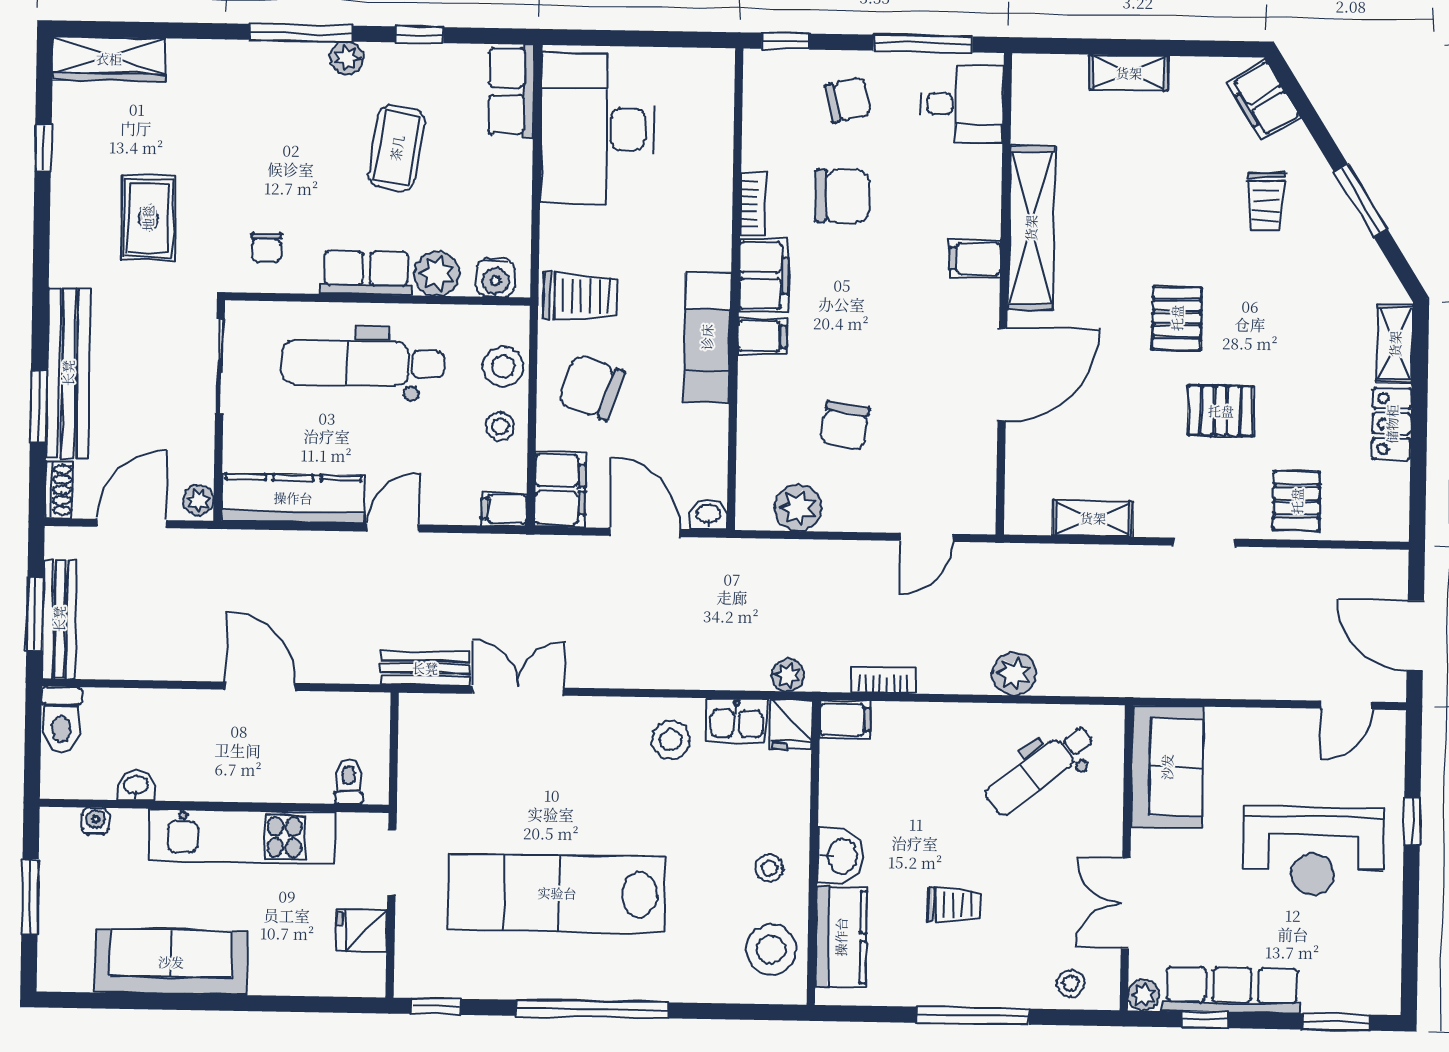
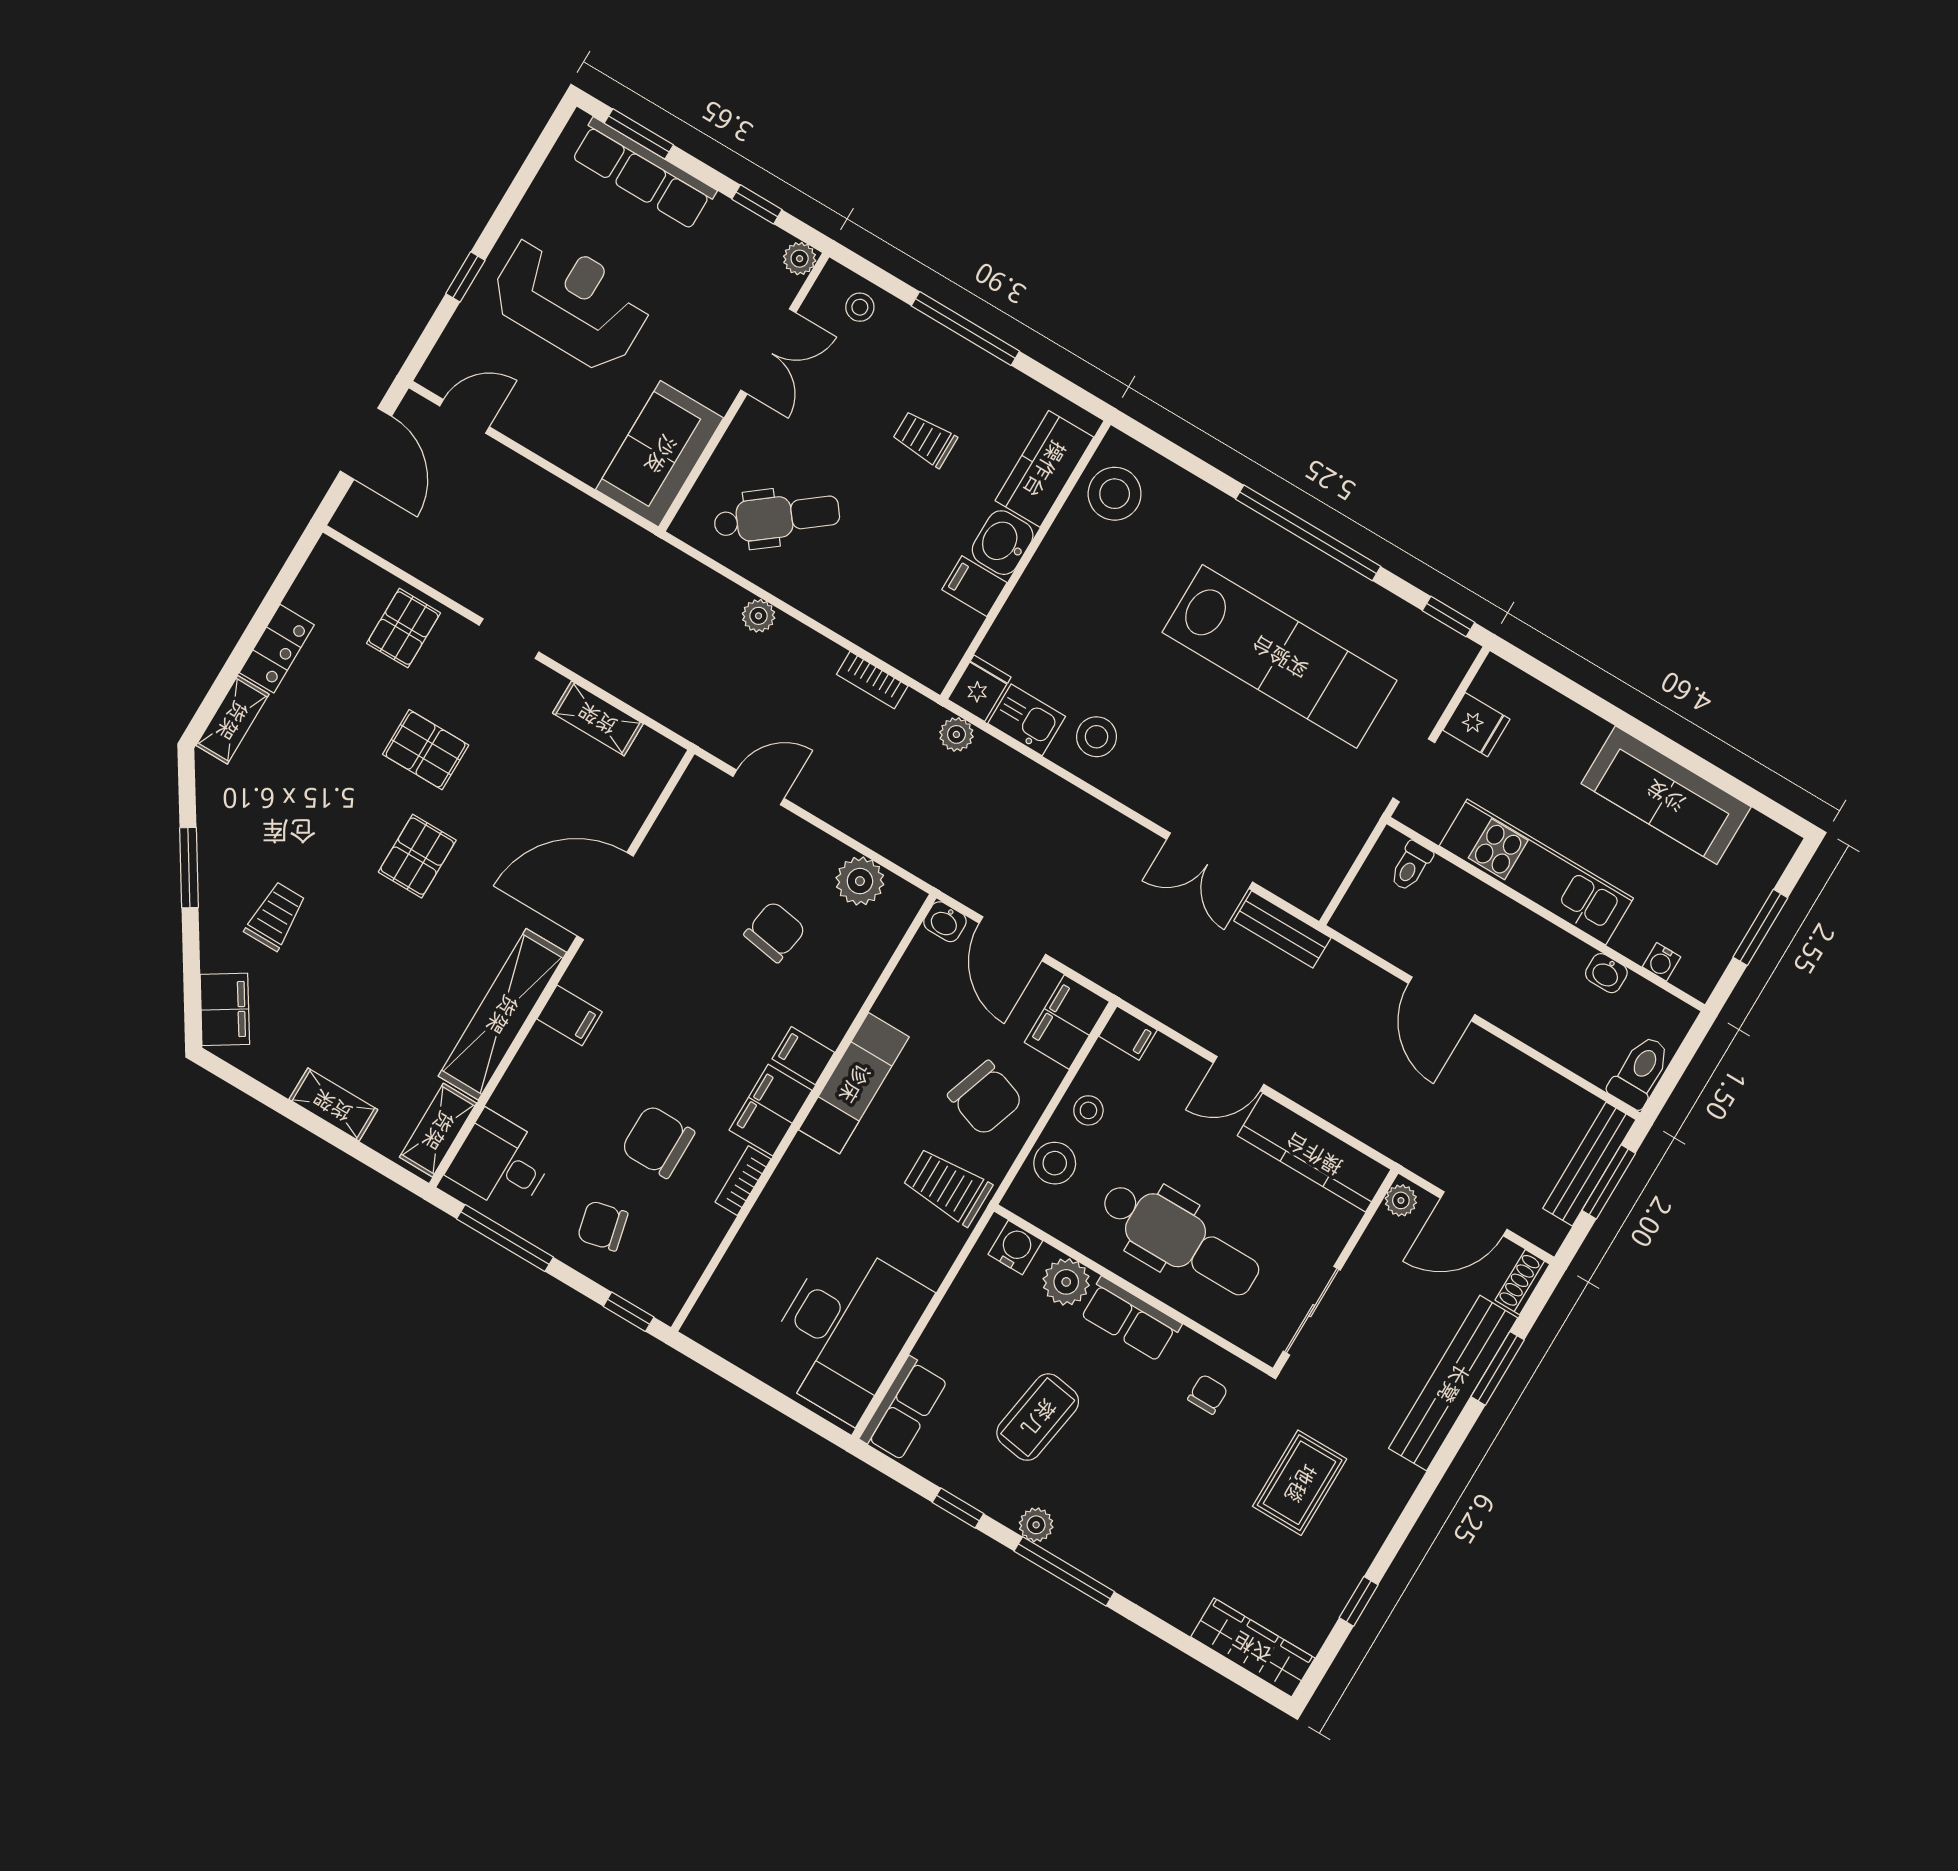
shelving: (1030, 101) -> (438, 1130), added
plant: (1014, 674) -> (759, 616), width x0.73, depth x0.73
filing cabinet: (845, 719) -> (974, 586), moved
stool: (769, 868) -> (1074, 569), removed
row of seats: (1232, 990) -> (643, 174), moved

